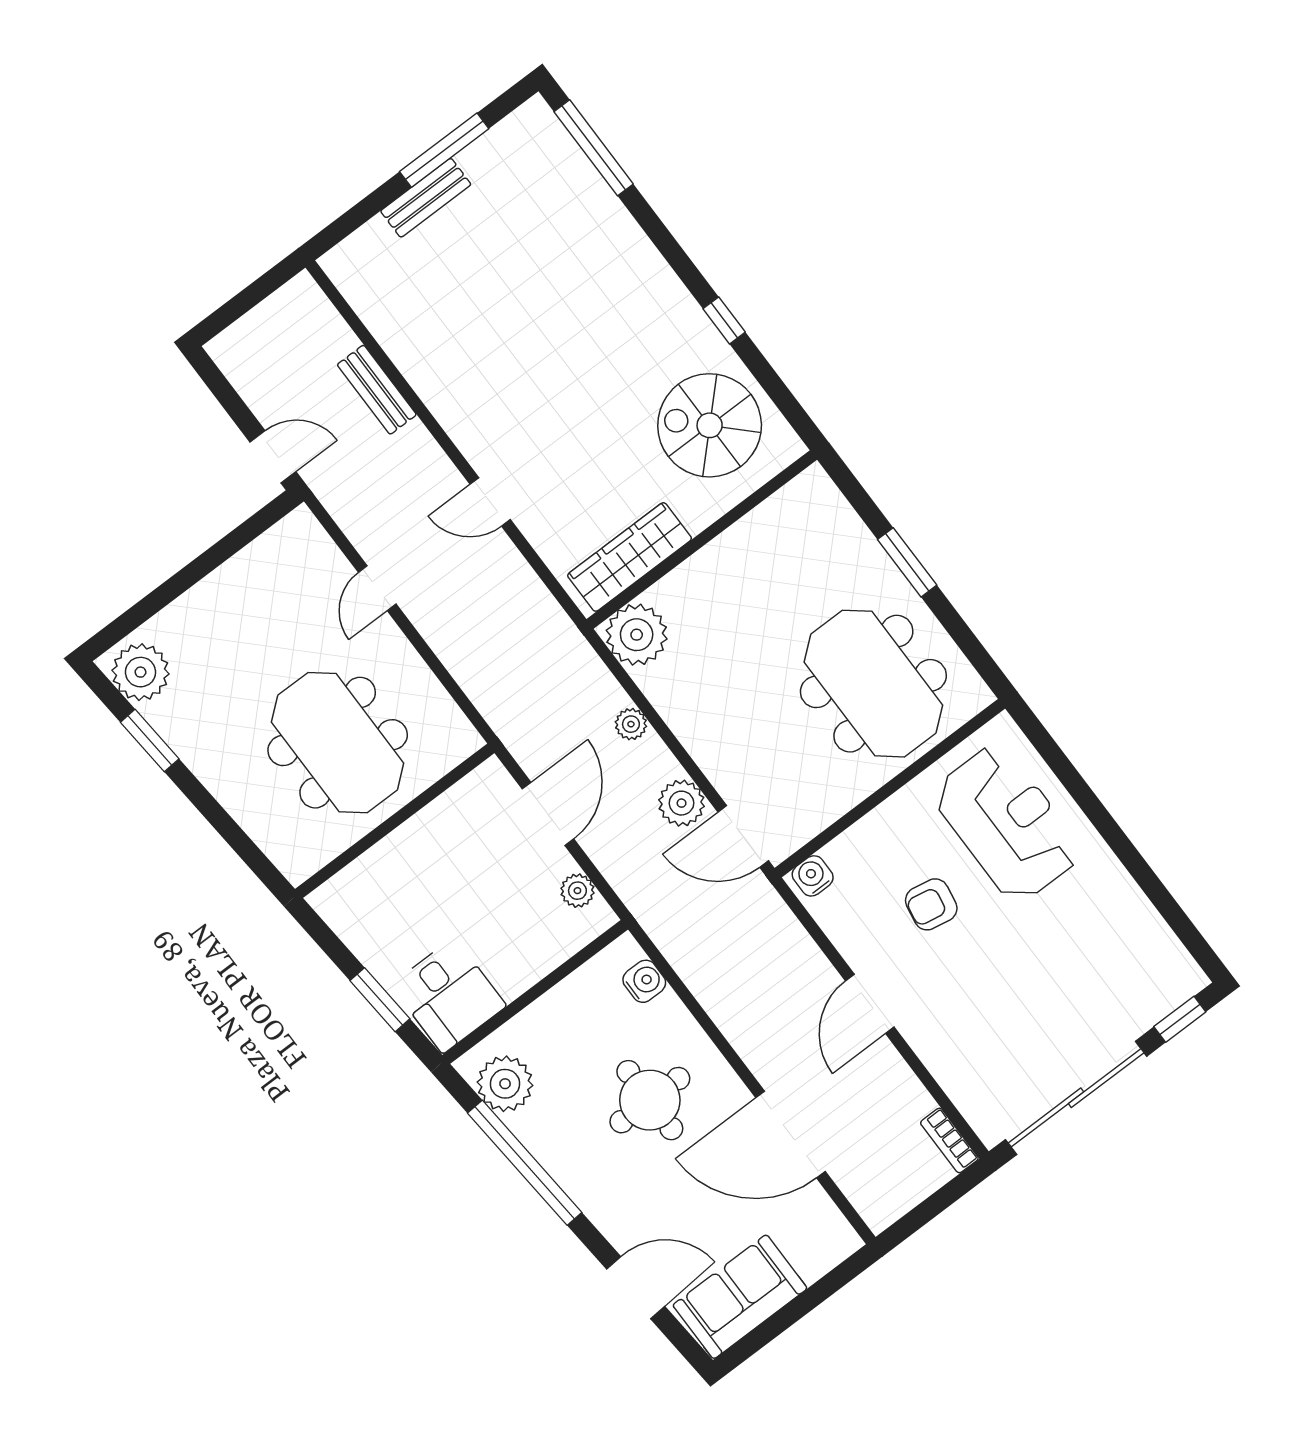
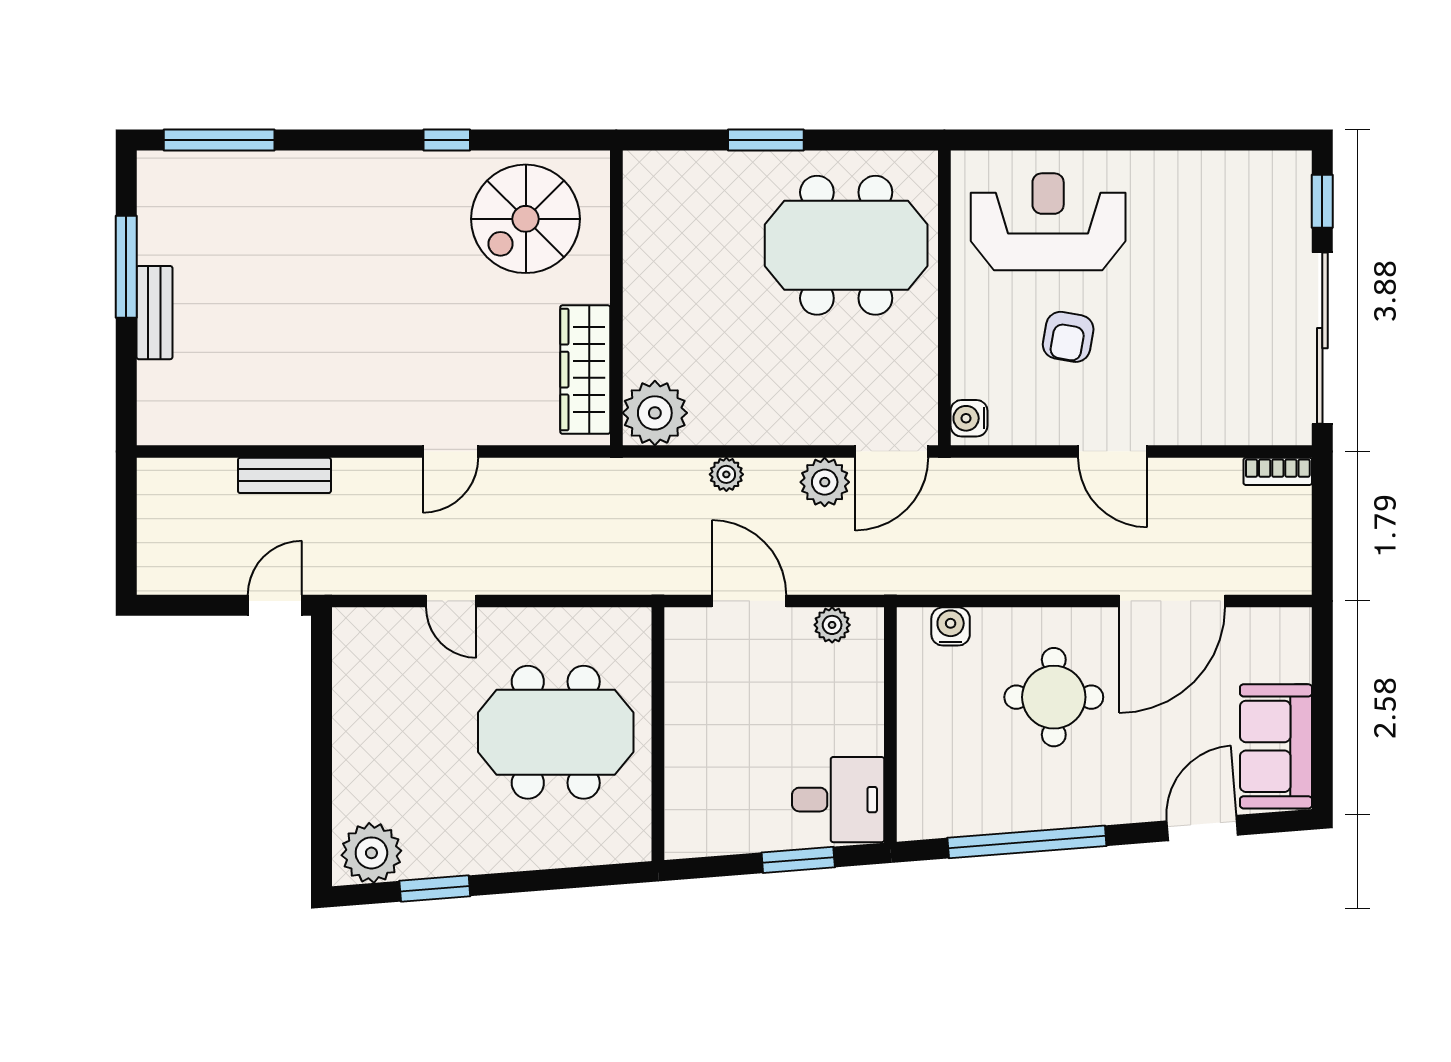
plant: (505, 1084) -> (948, 808), removed

